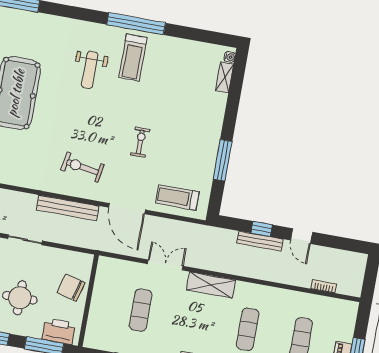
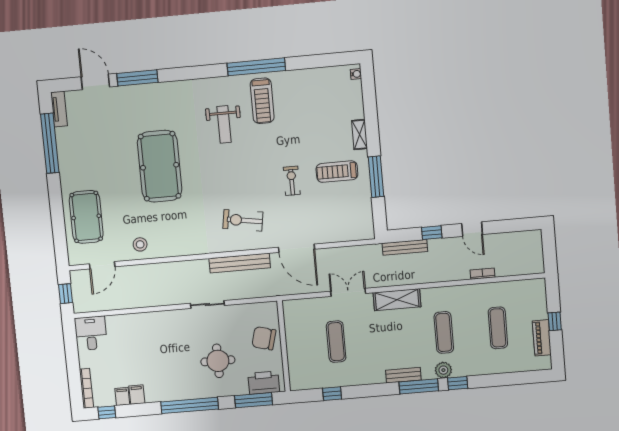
shelving: (225, 77) -> (360, 135), moved
treadmill: (177, 197) -> (337, 172), moved
bench: (260, 241) -> (405, 247), moved
bookcase: (324, 286) -> (483, 274), moved

